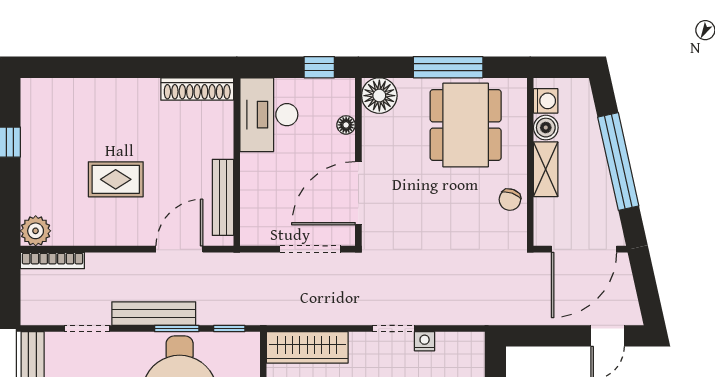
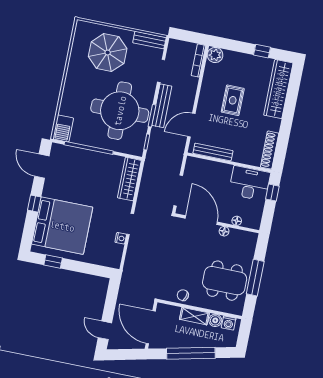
window: (319, 67) -> (272, 193), moved
wardrobe: (76, 96) -> (278, 89), added
floor lamp: (379, 96) -> (224, 231), moved, width x0.53, depth x0.53
door: (179, 249) -> (191, 125), swing flipped

